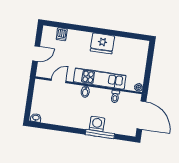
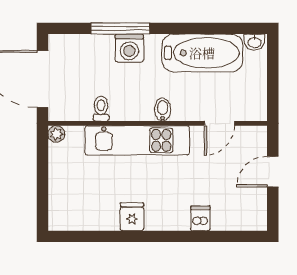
dishwasher: (62, 34) -> (200, 218), moved
fridge: (102, 43) -> (132, 217), width x0.53, depth x0.75
bathtub: (62, 116) -> (202, 53), added

